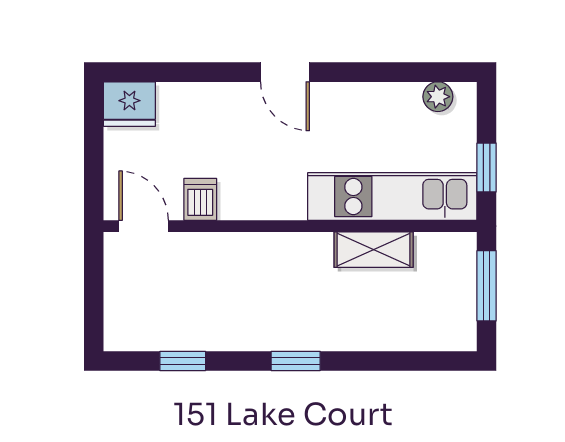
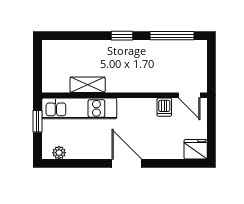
door: (285, 72) -> (127, 163), width x1.38
window: (487, 286) -> (37, 69), removed
window: (183, 361) -> (172, 36), width x2.17

